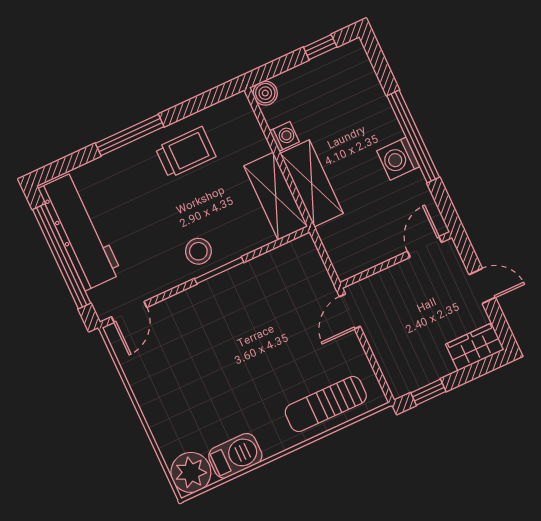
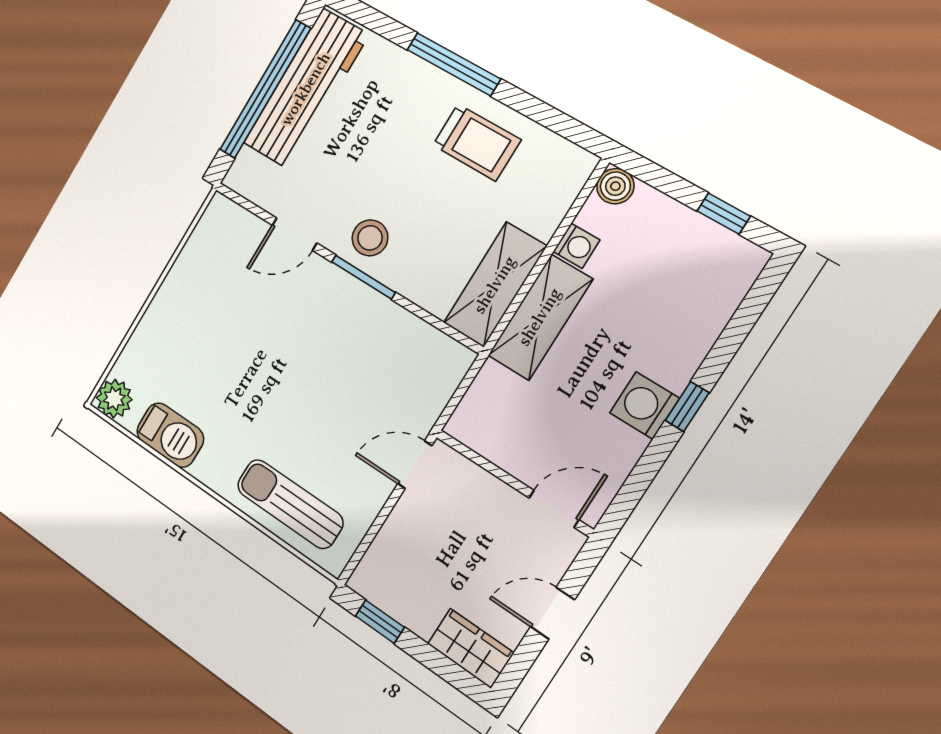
window: (413, 137) -> (687, 407), width x0.32
door: (482, 286) -> (553, 613), swing flipped
door: (129, 312) -> (294, 234), moved
plant: (191, 472) -> (114, 399), width x0.73, depth x0.73

